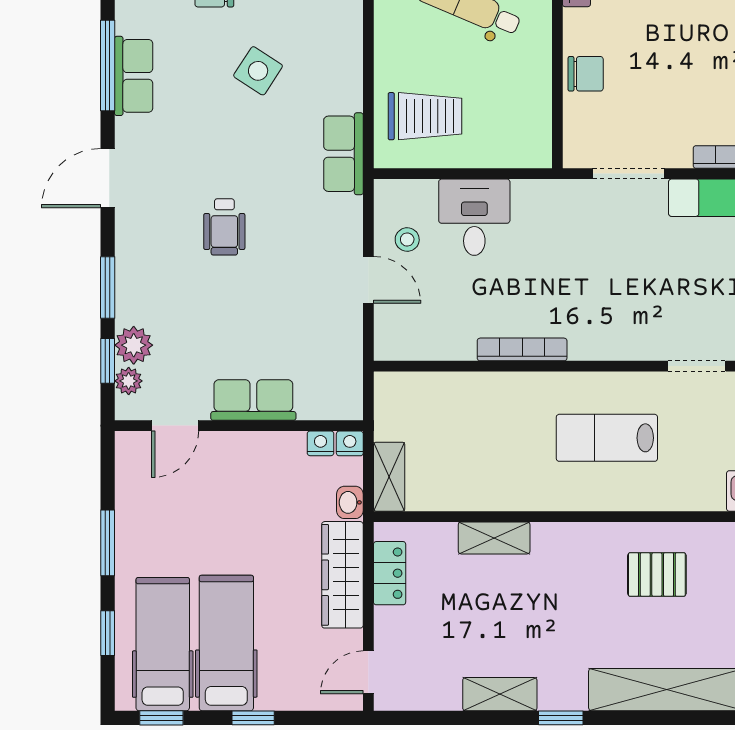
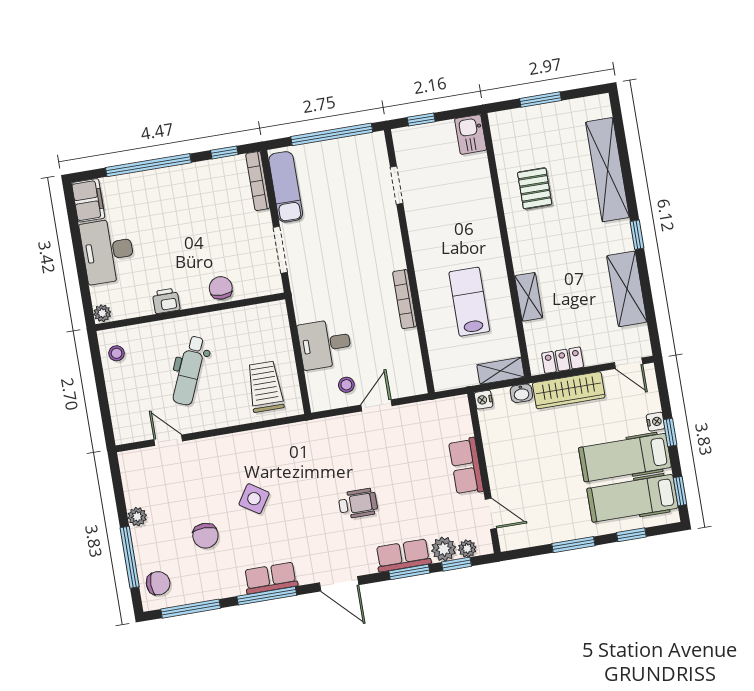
row of seats: (343, 154) -> (403, 555), moved, turned 180
lab bench: (607, 438) -> (469, 302), moved, turned 180
nightstand: (320, 443) -> (656, 422), moved, turned 180
shelving: (500, 694) -> (627, 289), width x1.50, depth x1.33

